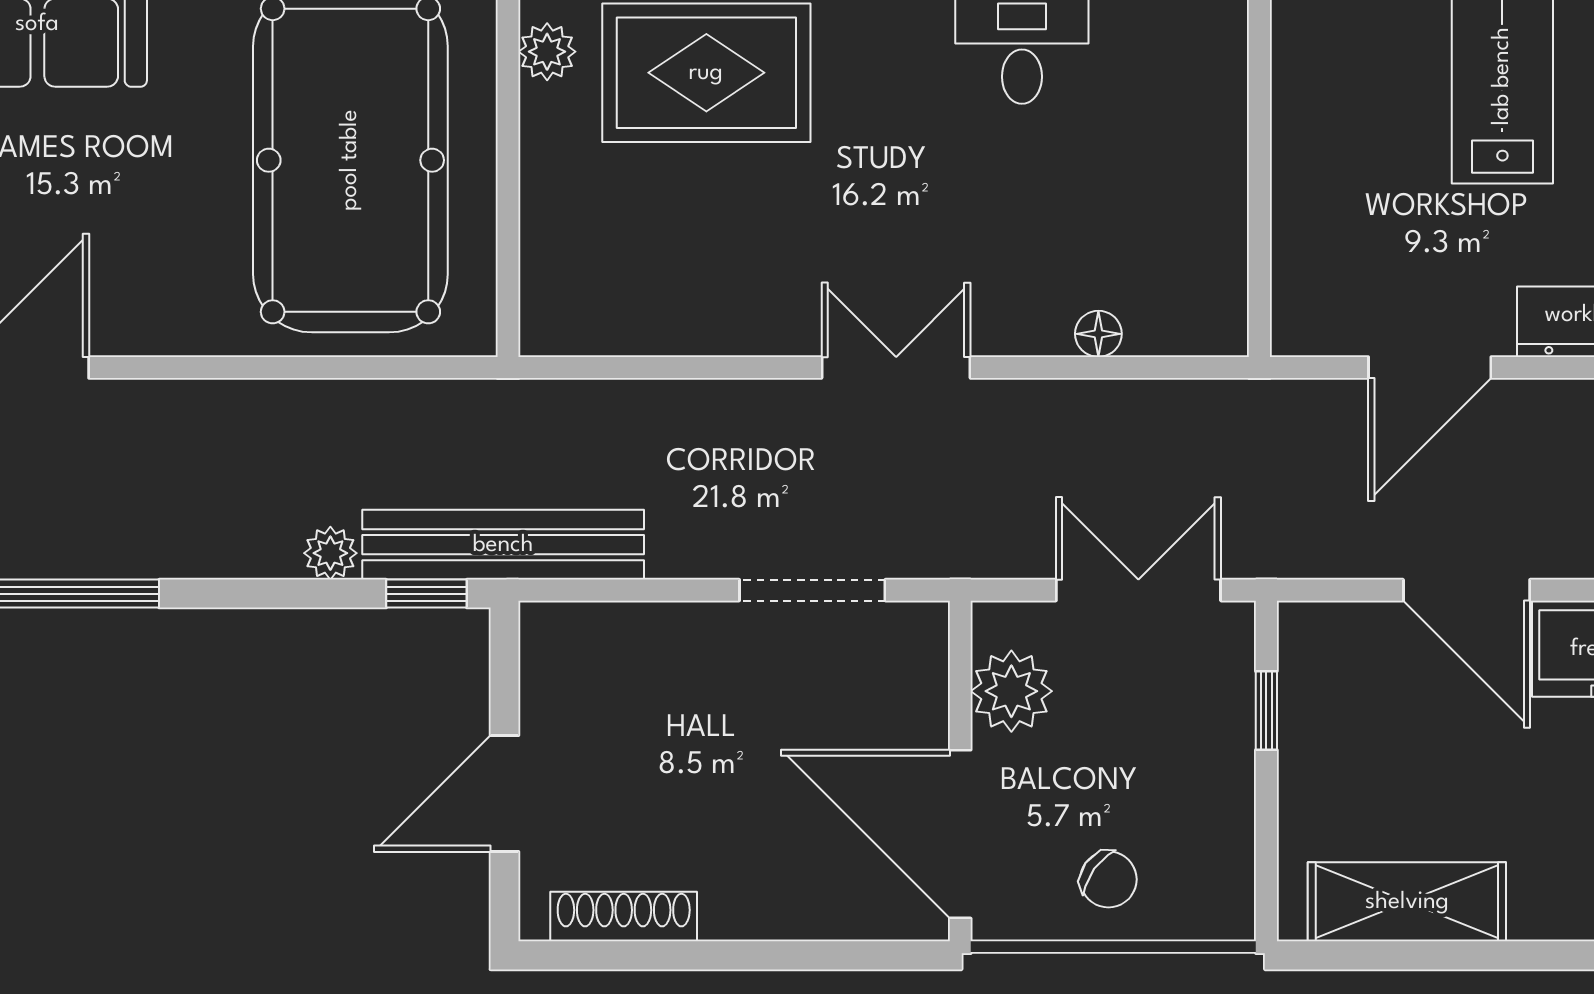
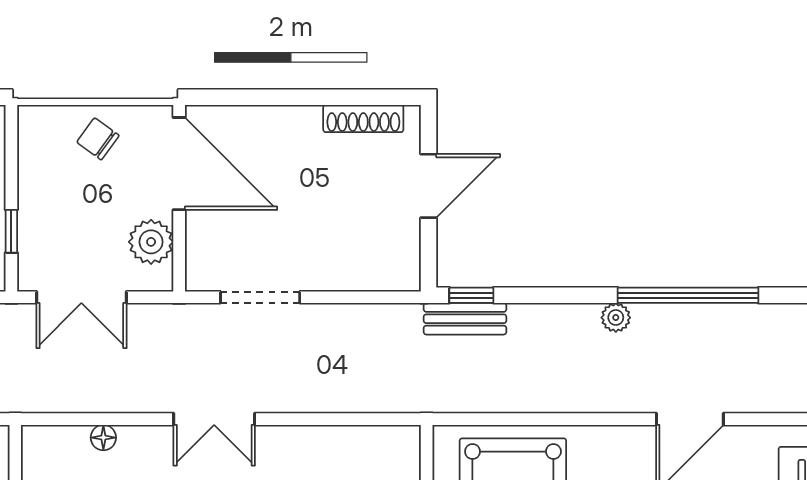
bench: (503, 545) -> (465, 319), width x0.54, depth x0.82
plant: (330, 553) -> (616, 318), moved

